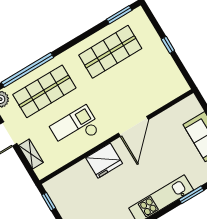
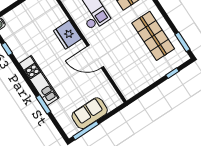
window: (168, 45) -> (172, 73), moved

